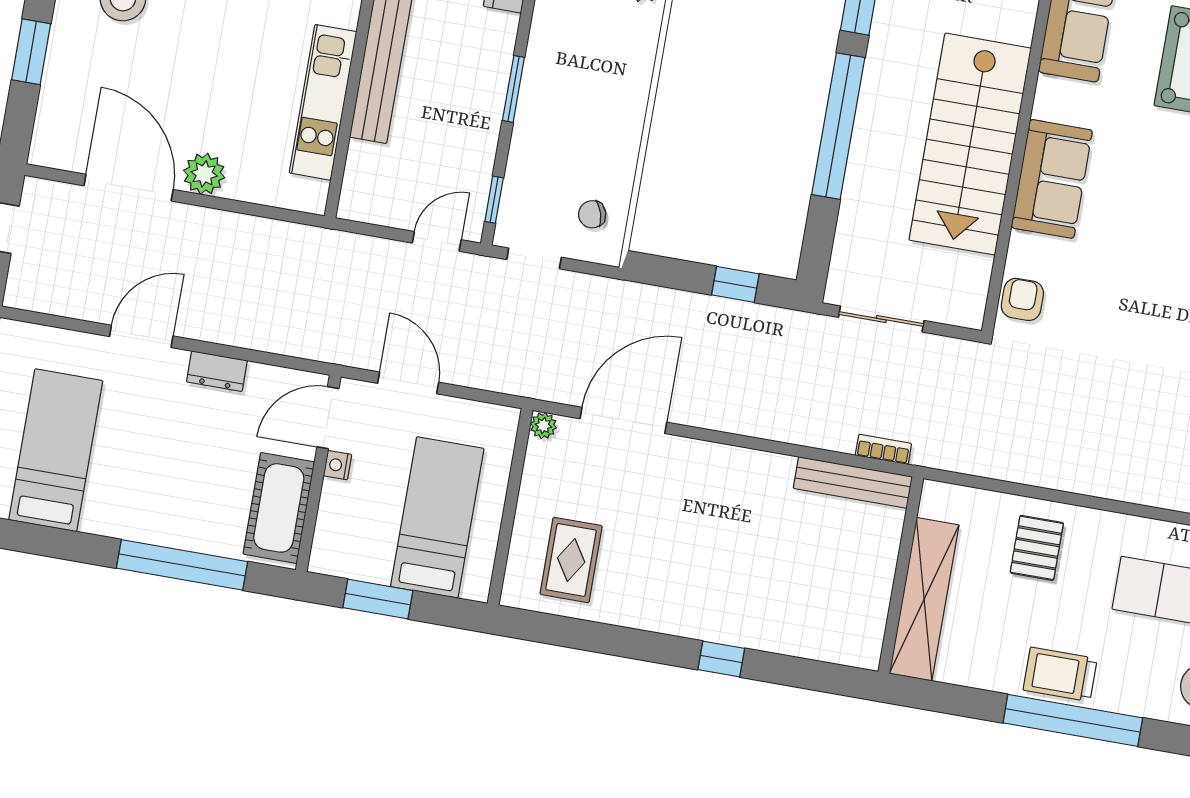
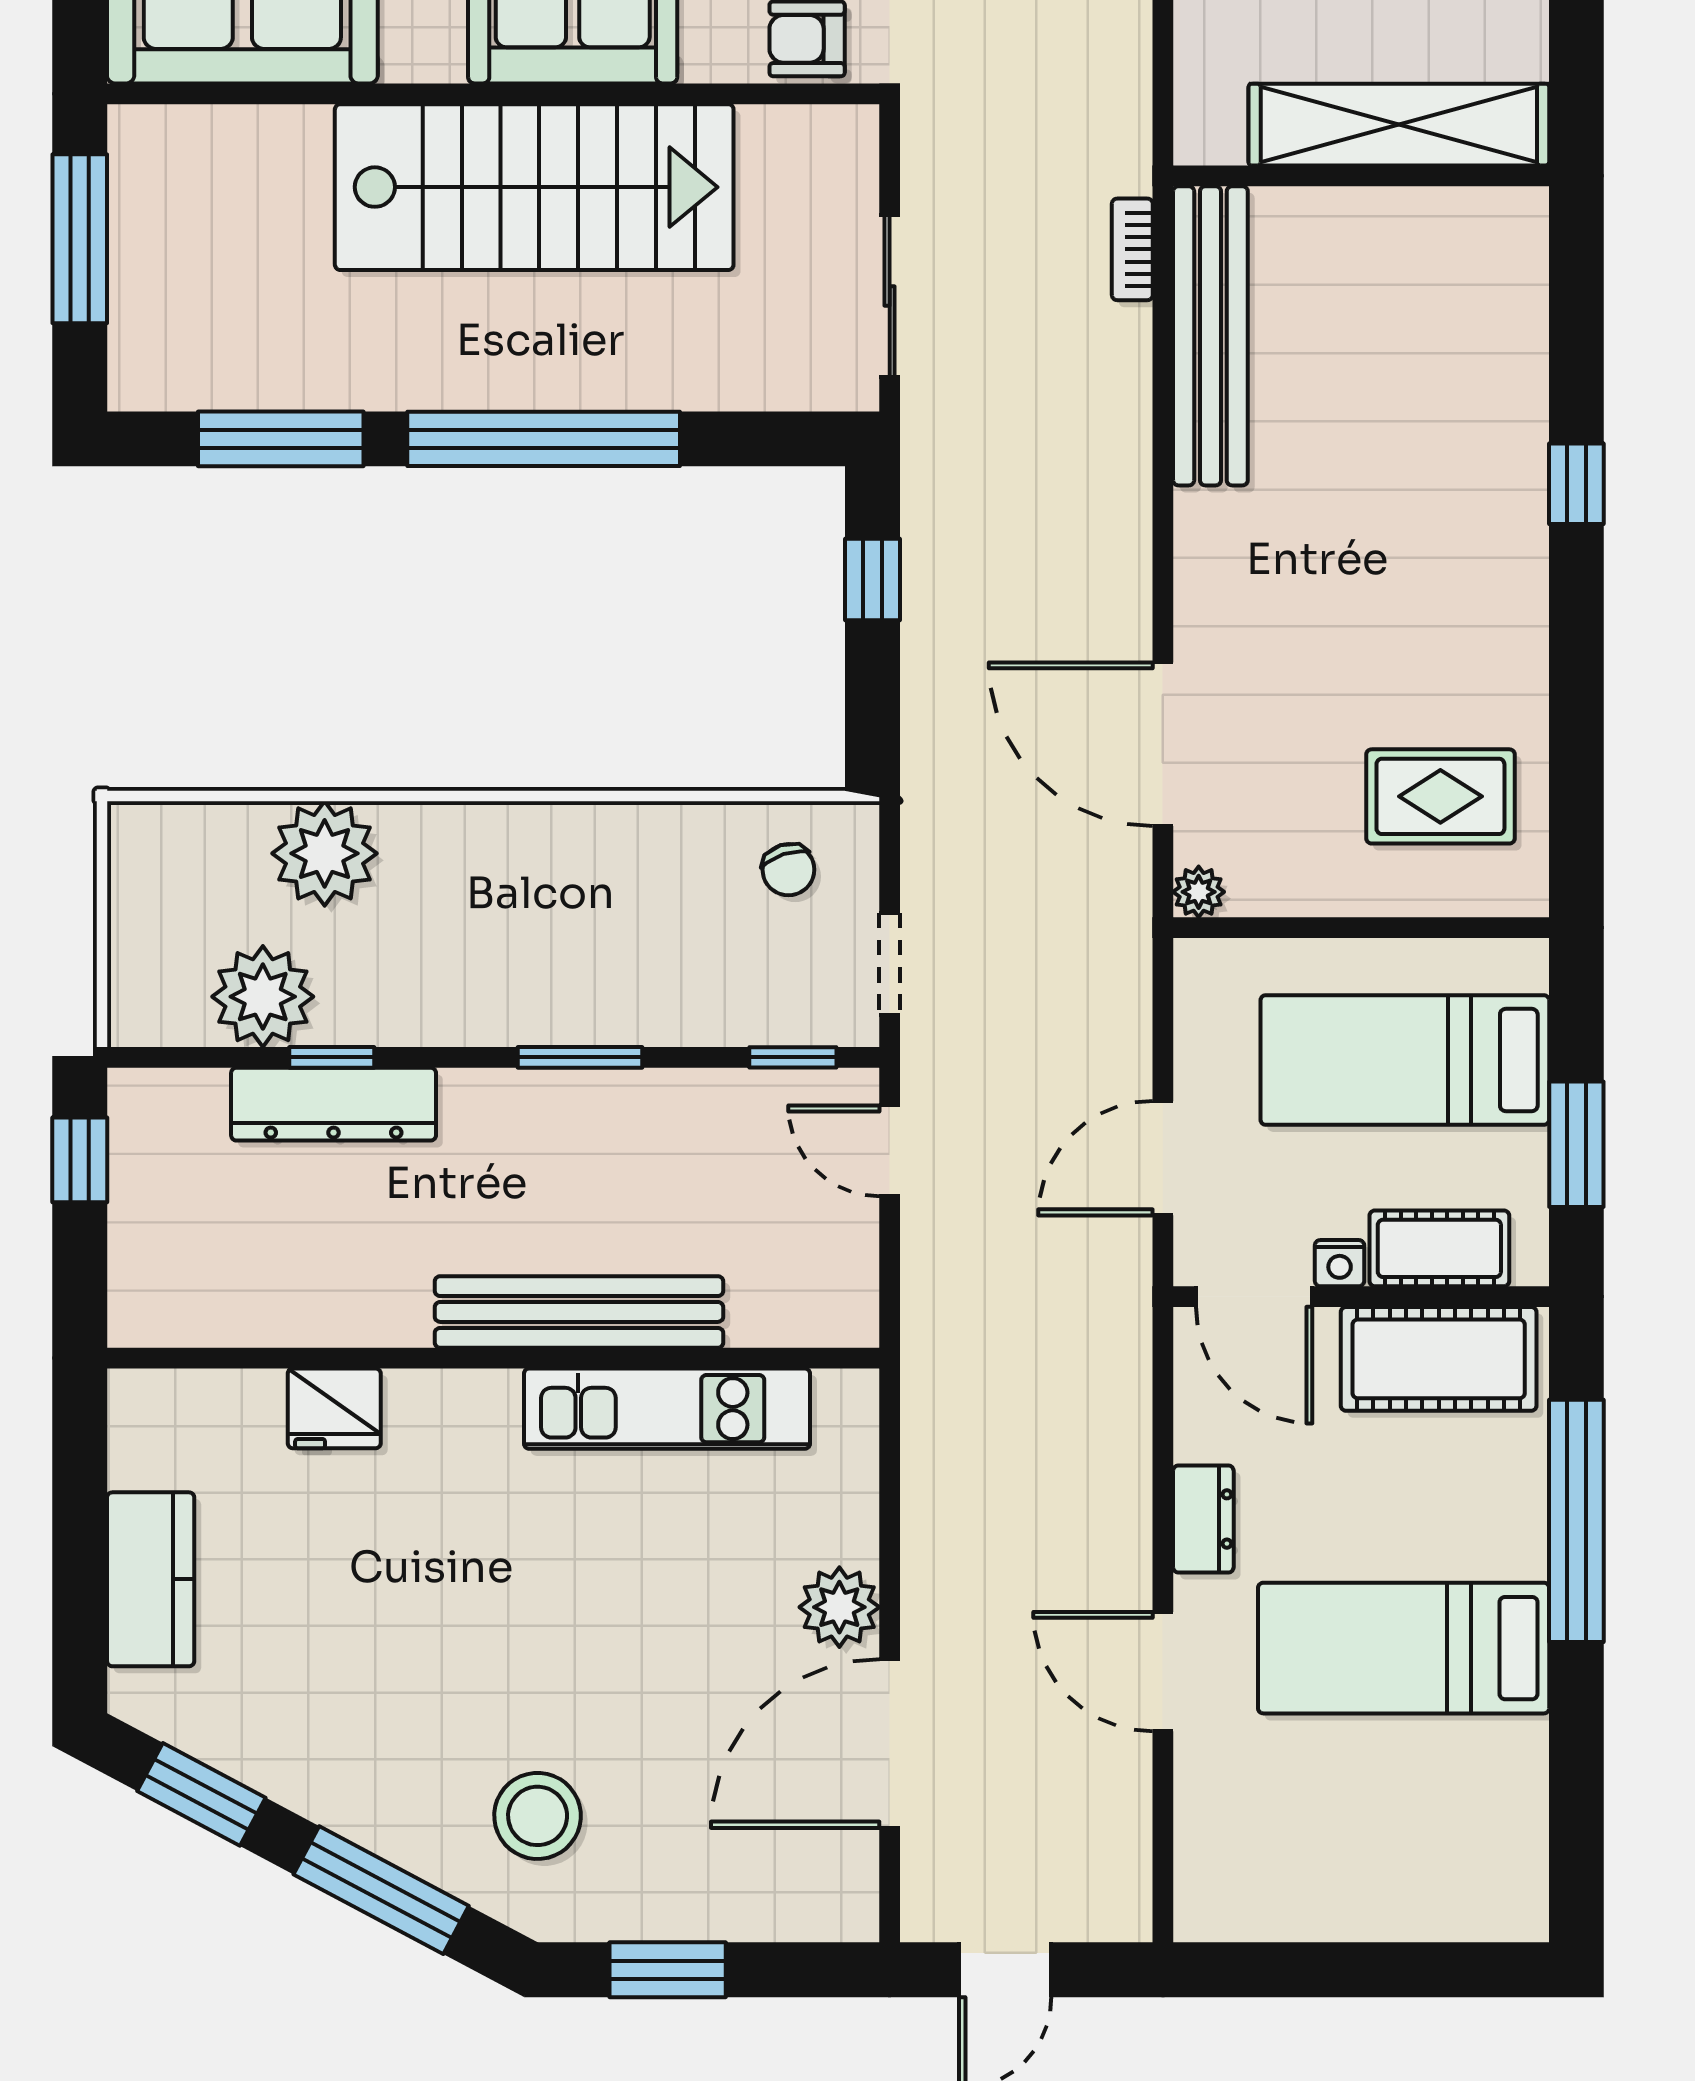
bed: (56, 450) -> (1404, 1648), moved
bench: (853, 482) -> (1210, 336), width x1.37, depth x1.21
cot: (336, 518) -> (1439, 1248), added

